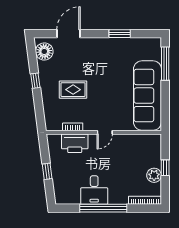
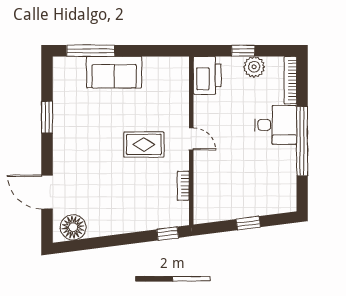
window: (35, 81) -> (168, 234), moved
rug: (73, 90) -> (144, 144), moved, turned 90
sofa: (147, 96) -> (114, 72), width x0.54, depth x0.79
printer: (75, 143) -> (207, 75), moved
desk: (94, 190) -> (276, 125), moved

